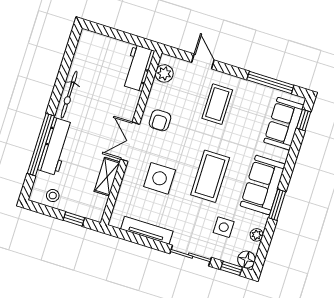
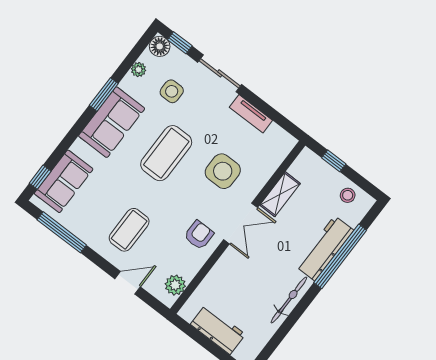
door: (203, 61) -> (128, 283), swing flipped
workbench: (138, 68) -> (218, 329), moved, turned -90
tv unit: (147, 230) -> (251, 114), width x0.71

